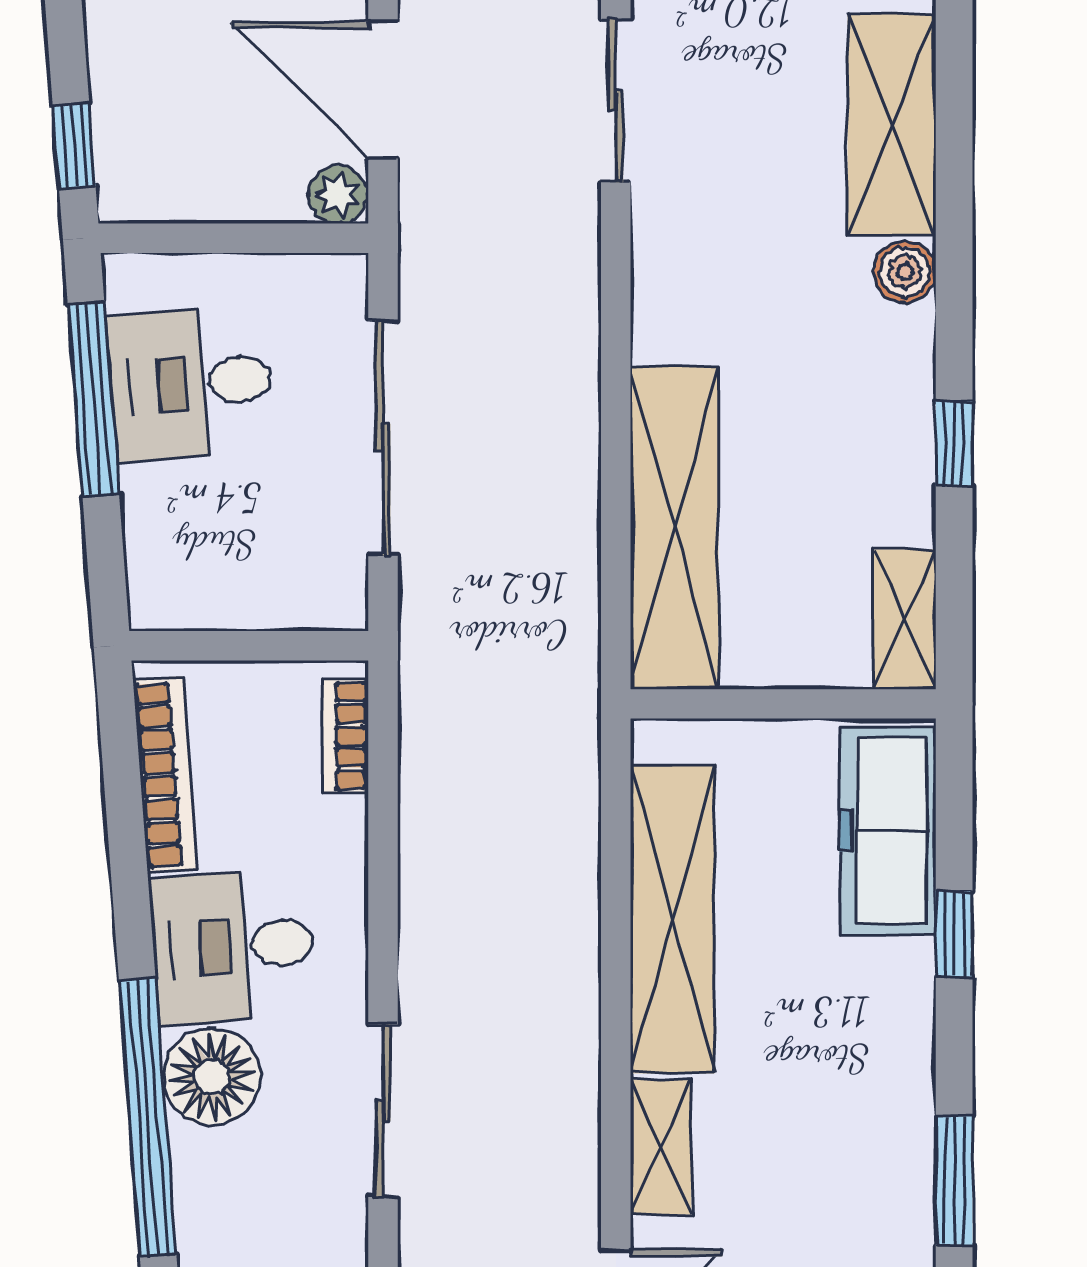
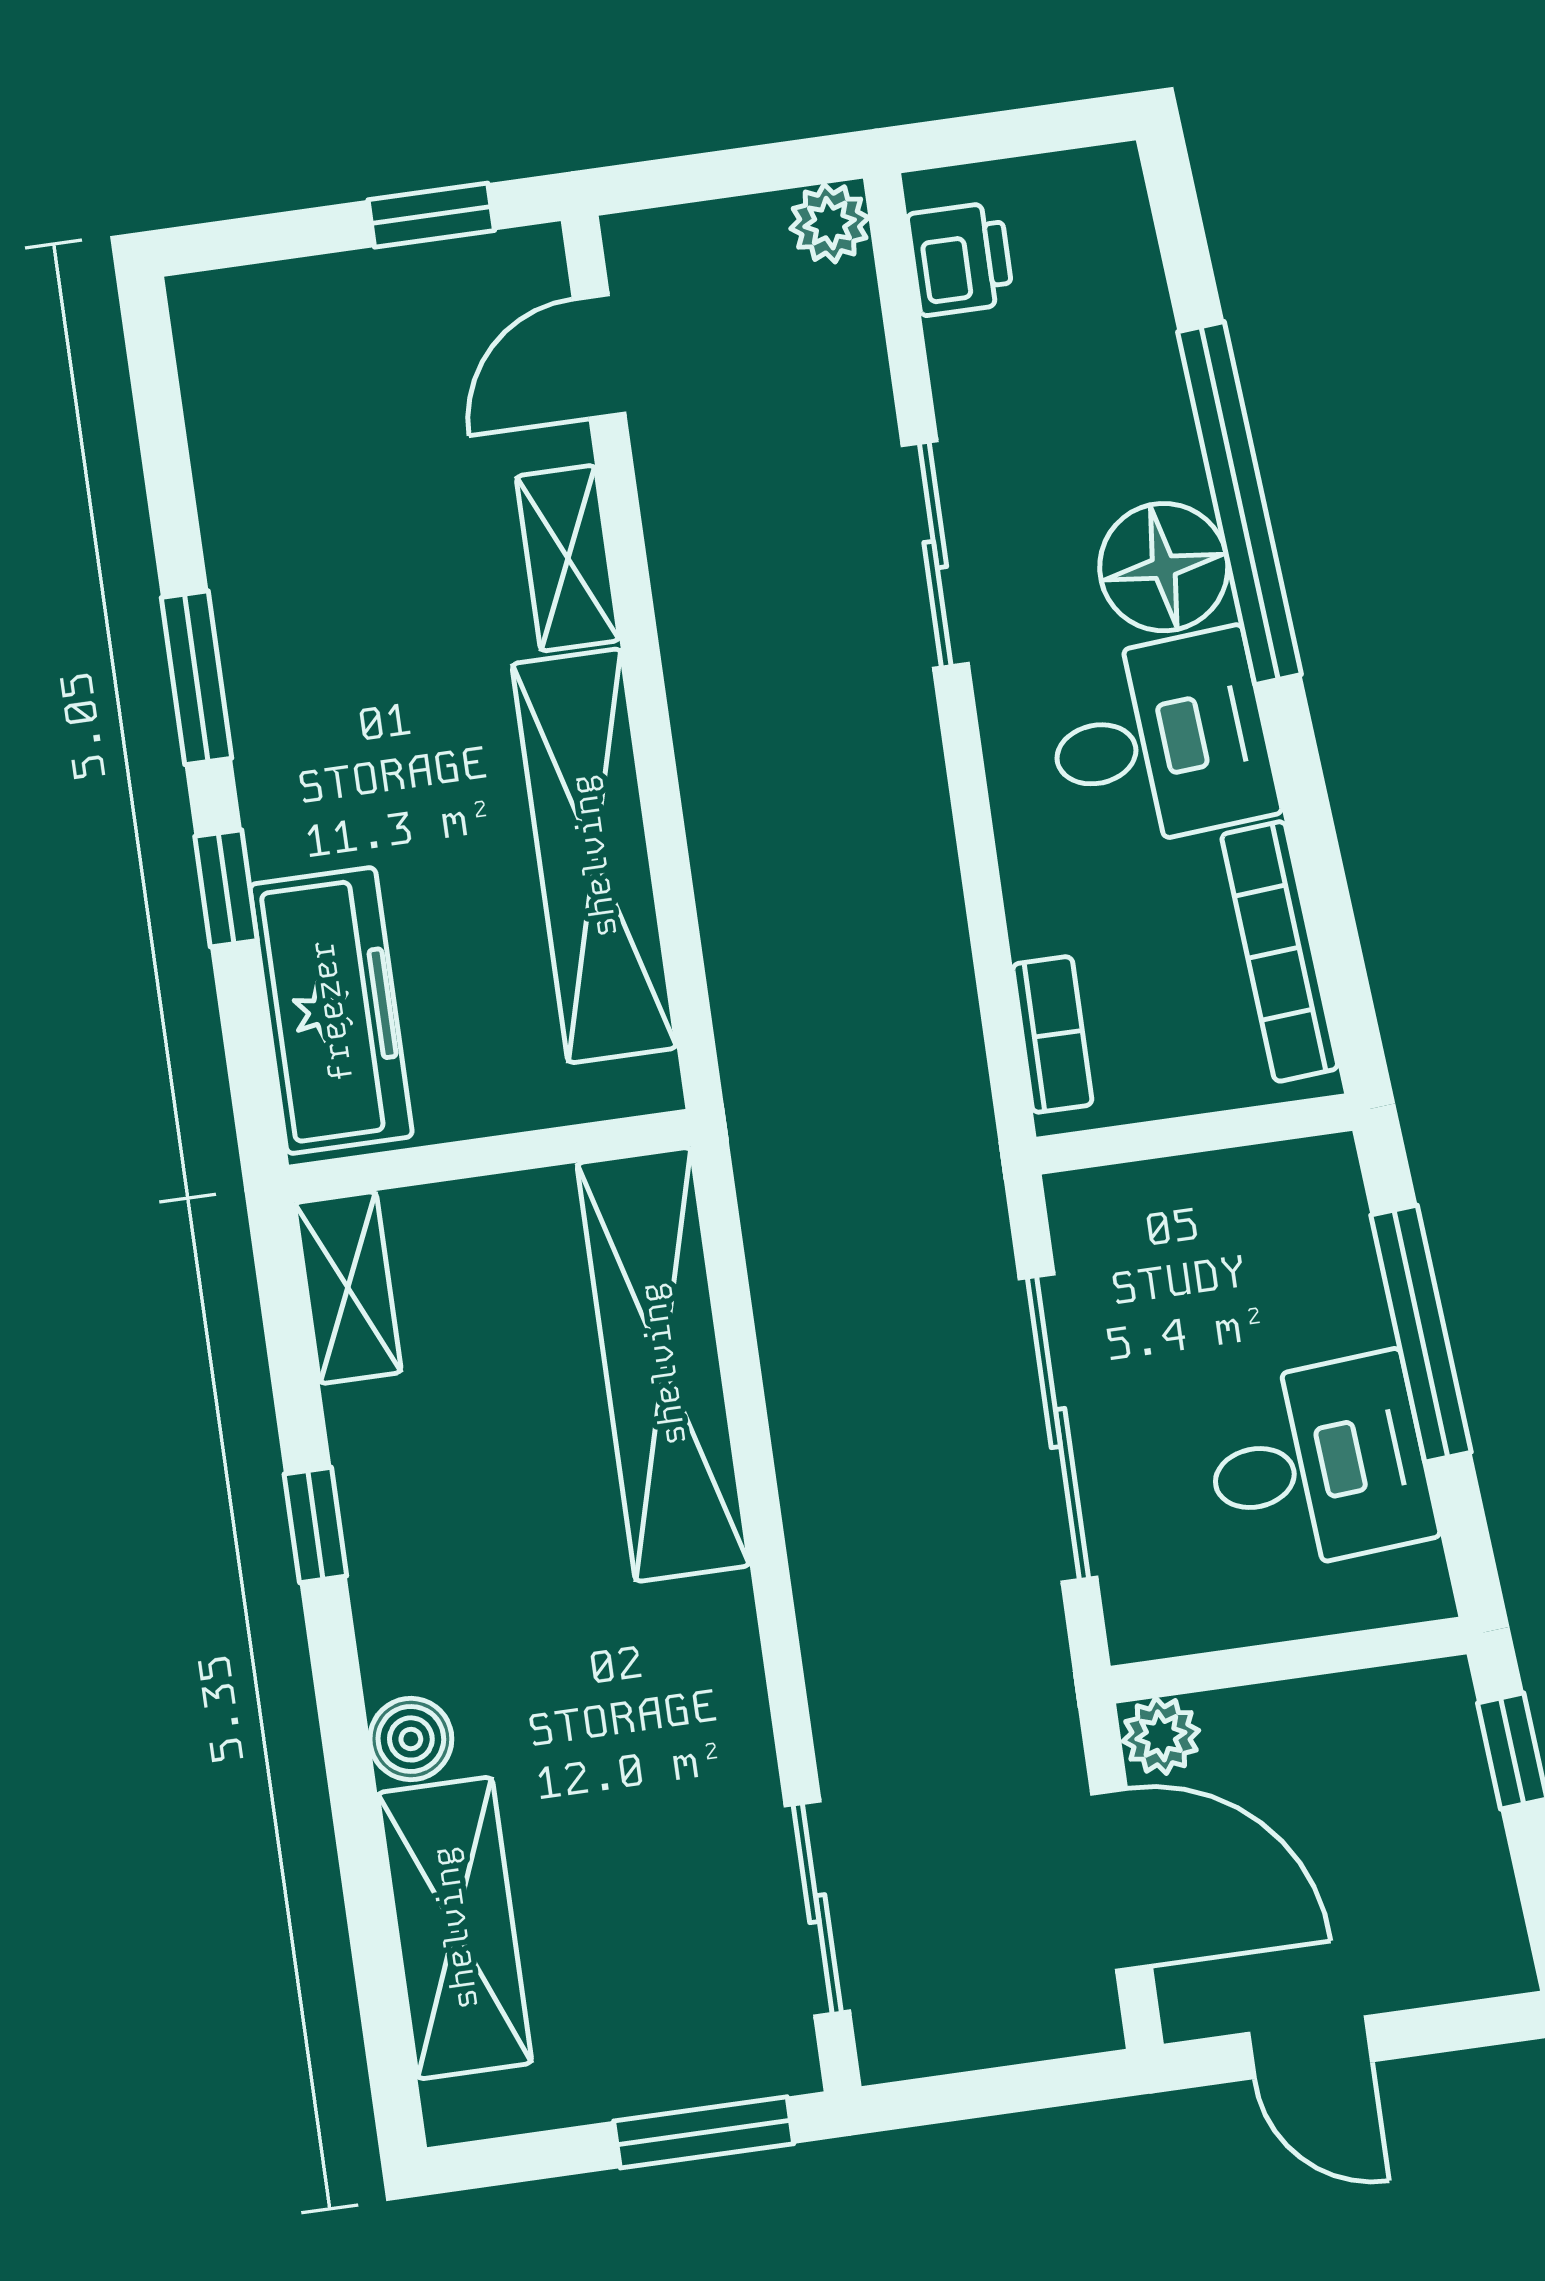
window: (93, 399) -> (1421, 1334), moved
window: (954, 1181) -> (196, 678), moved

